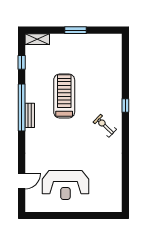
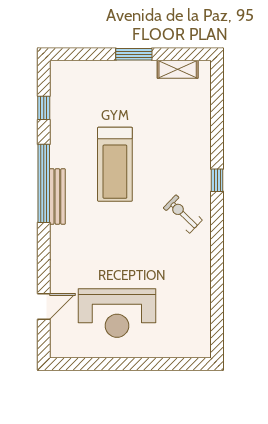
shelving: (37, 39) -> (178, 69), moved
treadmill: (64, 96) -> (115, 164), turned 180
bench: (30, 115) -> (57, 196), width x1.36

